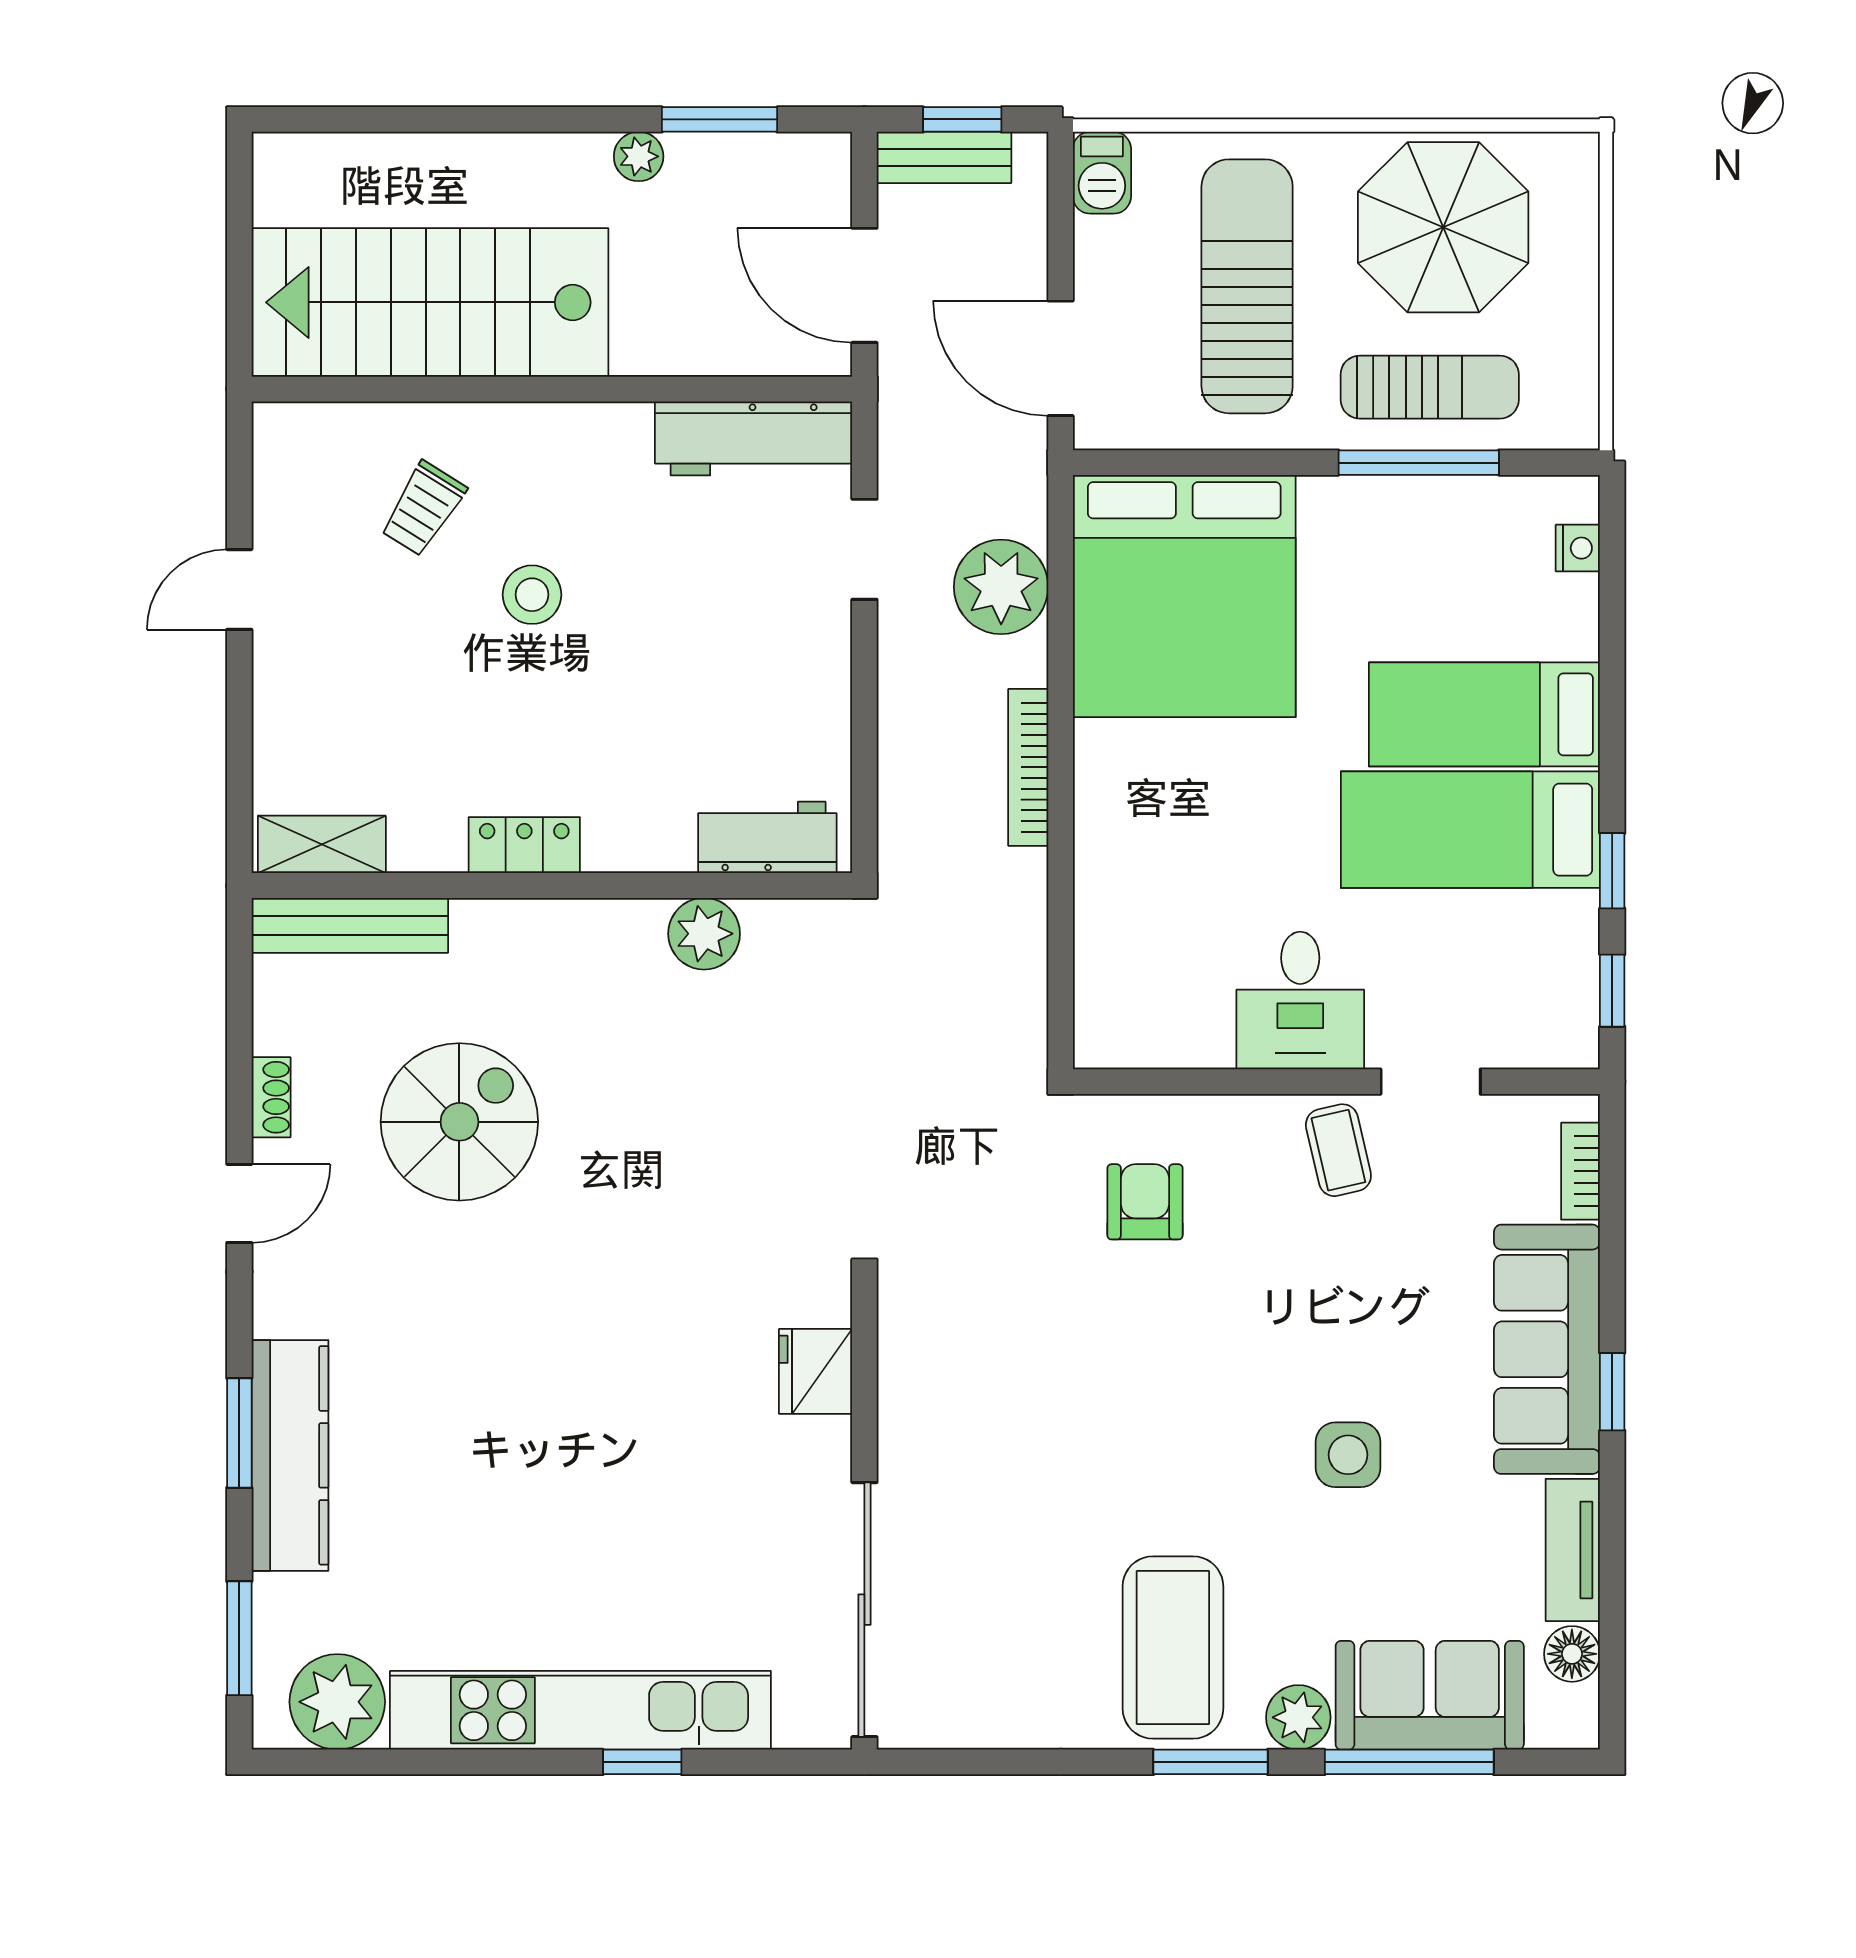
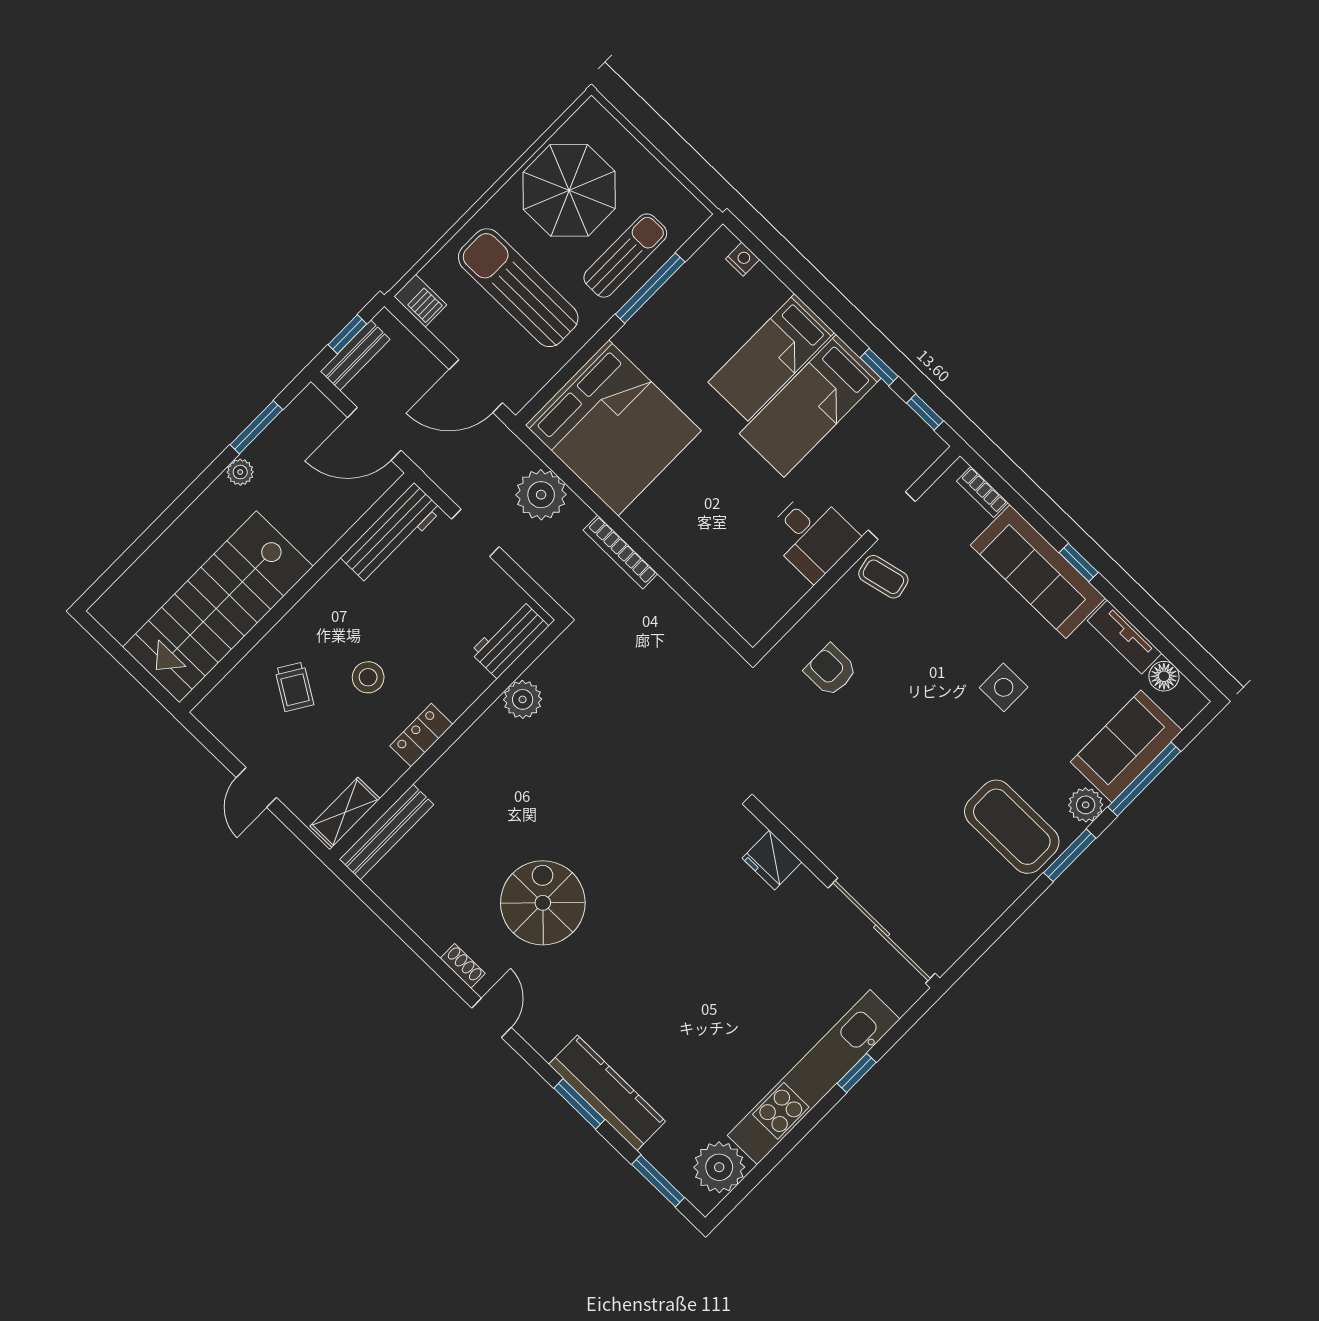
workbench: (767, 837) -> (509, 639), moved
shelving: (322, 844) -> (345, 812), moved
locker: (524, 845) -> (421, 735), moved
wall: (552, 886) -> (447, 740), moved
bench: (350, 925) -> (387, 832), moved
plant: (704, 934) -> (523, 699), moved

